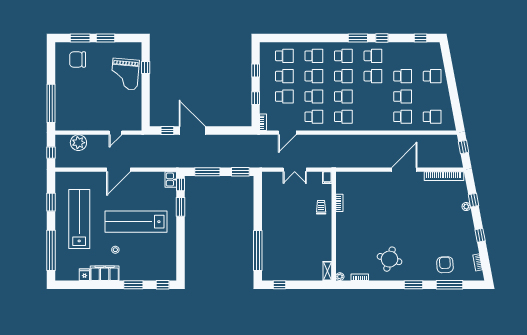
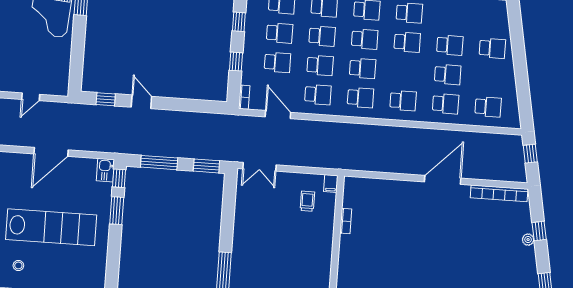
school desk: (373, 117) -> (403, 101), added
door: (192, 131) -> (141, 102), width x0.53
door: (287, 133) -> (278, 115), swing flipped
door: (119, 170) -> (51, 152), moved
double door: (295, 170) -> (259, 167), moved
trolley: (321, 207) -> (307, 201), moved
lab bench: (136, 222) -> (51, 227), turned 180

